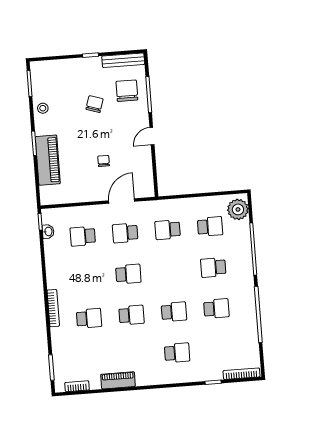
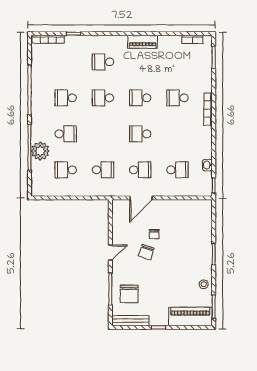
chair: (95, 104) -> (146, 252), moved
piano: (48, 160) -> (190, 317), moved, turned 90
plant: (238, 209) -> (40, 151), moved
washbasin: (48, 232) -> (207, 165), moved
piano: (118, 380) -> (143, 42), moved

